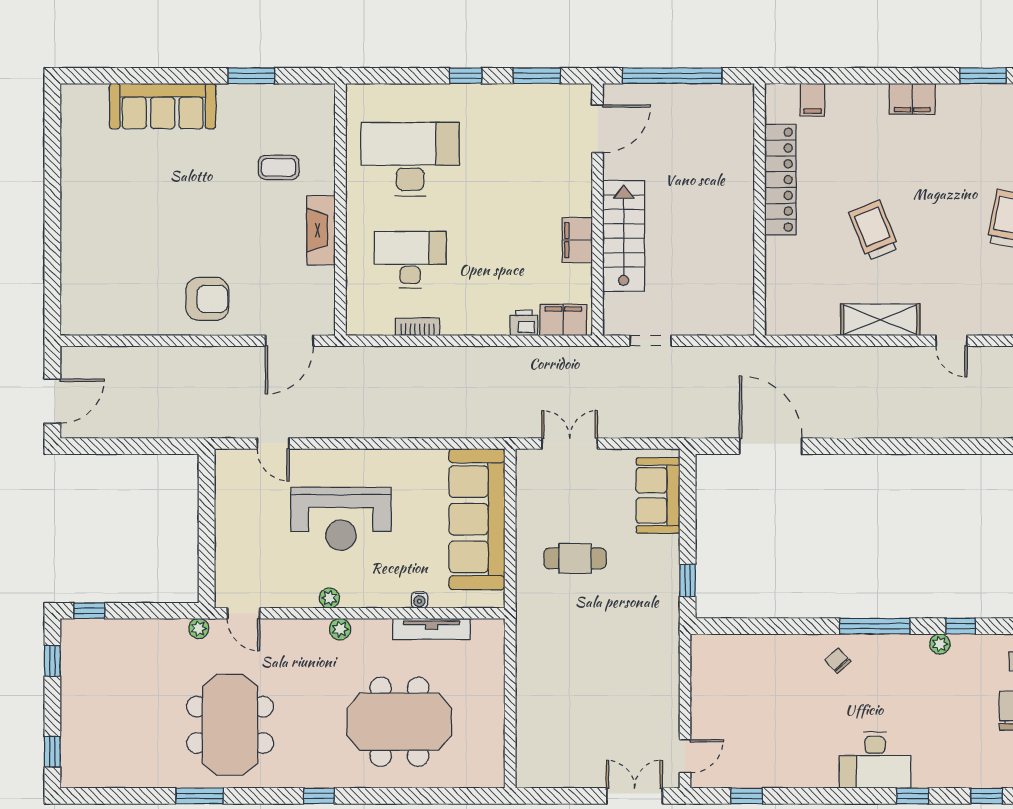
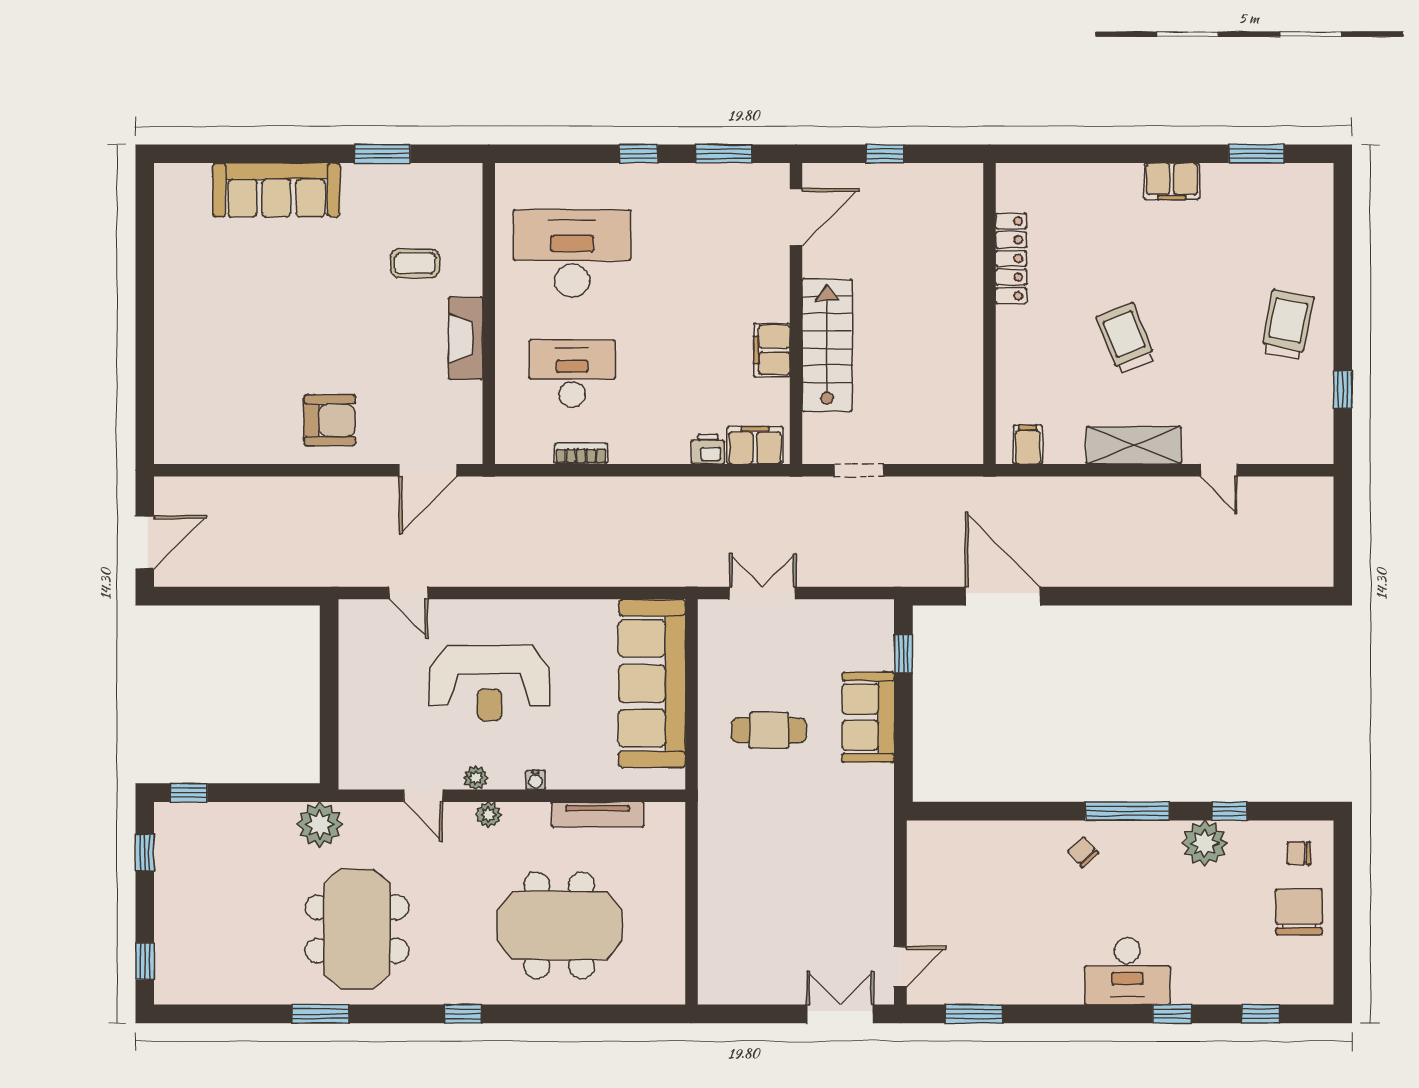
window: (672, 76) -> (885, 154), width x0.32
filing cabinet: (813, 100) -> (1028, 445), moved, turned 180
locker: (780, 180) -> (1011, 258), width x0.71, depth x0.83
sofa: (658, 495) -> (868, 717), moved
window: (688, 580) -> (903, 654), moved
water cooler: (419, 600) -> (536, 780), moved
door: (243, 613) -> (423, 796), moved
plant: (199, 628) -> (320, 824), width x1.88, depth x1.88
plant: (940, 644) -> (1205, 843), width x1.88, depth x1.88
window: (747, 796) -> (974, 1014), width x1.50

